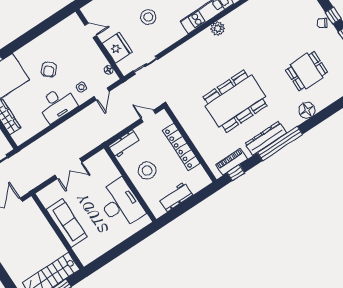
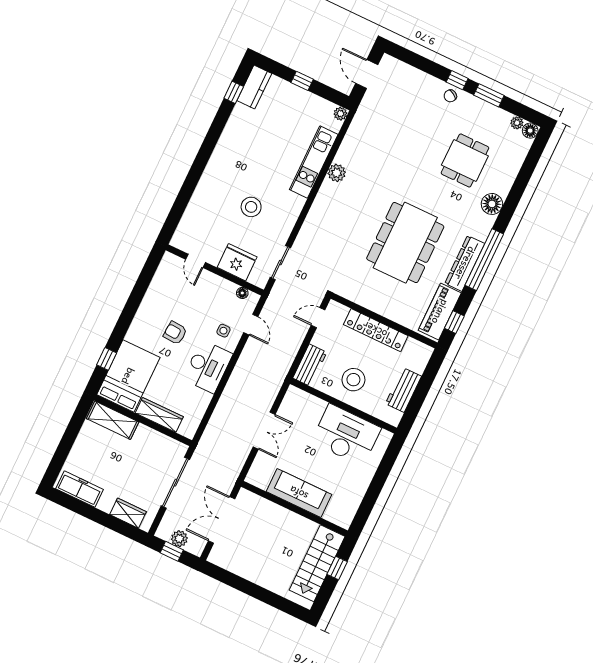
door: (91, 30) -> (196, 261), swing flipped
armchair: (49, 69) -> (175, 333), turned 142
piano: (232, 162) -> (440, 312), width x1.37, depth x1.33

